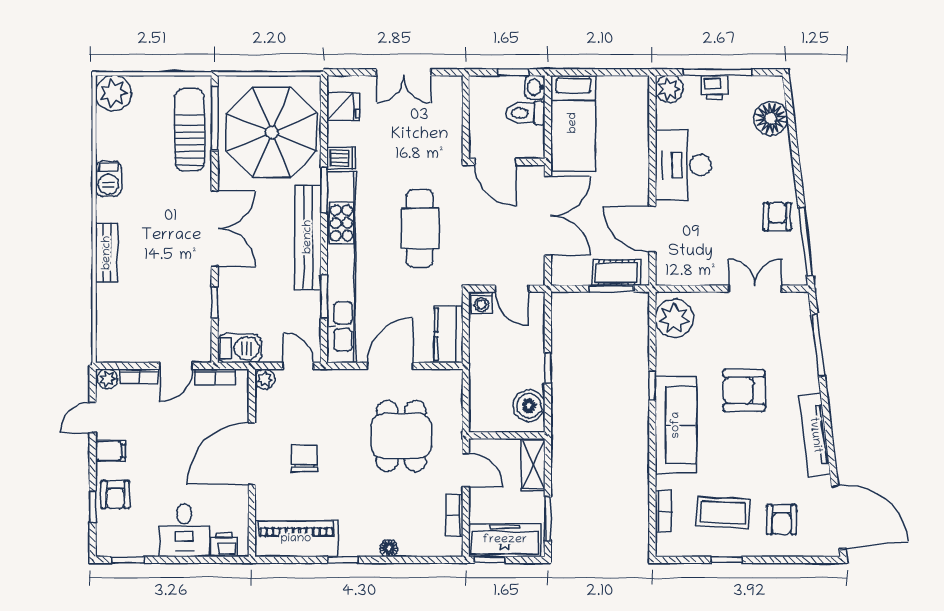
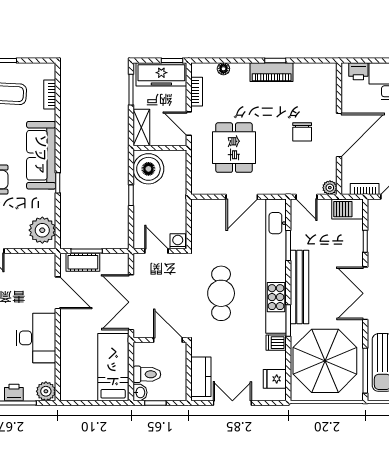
kitchen counter: (449, 334) -> (201, 377), moved
boiler: (529, 406) -> (148, 169), width x1.37, depth x1.37
piano: (296, 539) -> (272, 72), moved, width x0.73, depth x0.75
floor lamp: (389, 548) -> (223, 69), moved

